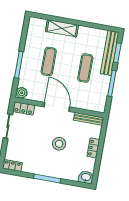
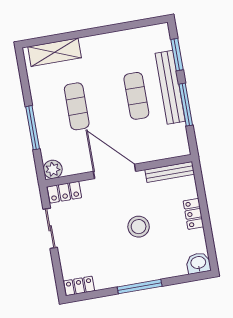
shelving: (62, 28) -> (55, 52), moved
bench: (110, 53) -> (170, 87), moved

